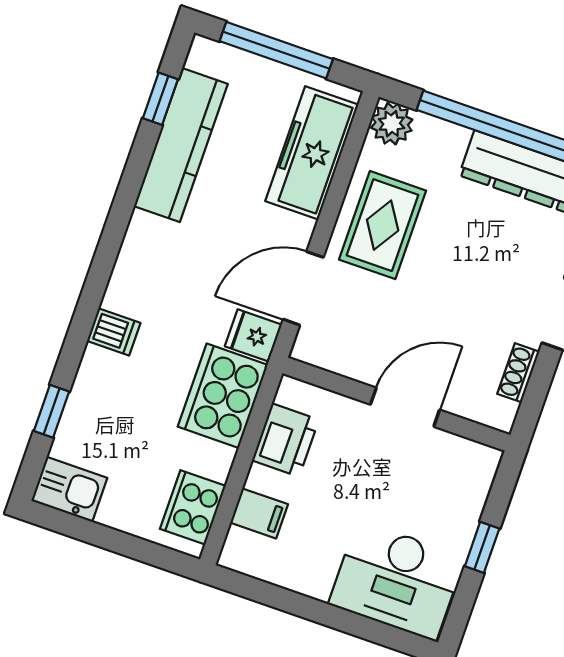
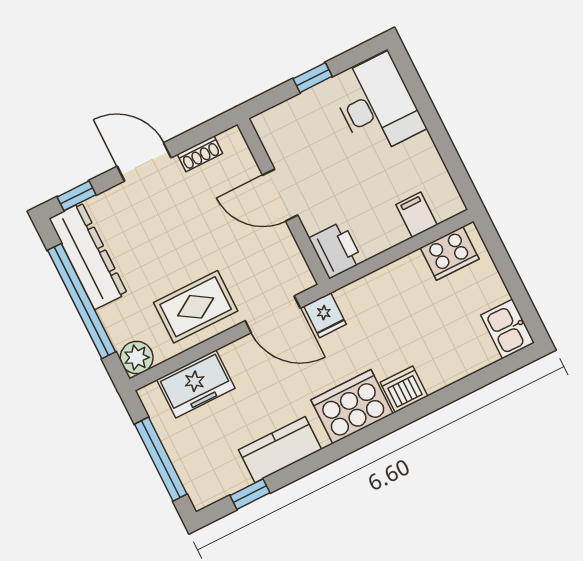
kitchen counter: (181, 145) -> (280, 450), width x0.67
freezer: (312, 153) -> (196, 384), width x0.71
dishwasher: (114, 332) -> (404, 389), width x1.38
cooker: (223, 396) -> (352, 407), moved, turned 180
window: (52, 411) -> (476, 381), removed
printer: (285, 440) -> (336, 250), moved, turned 90

